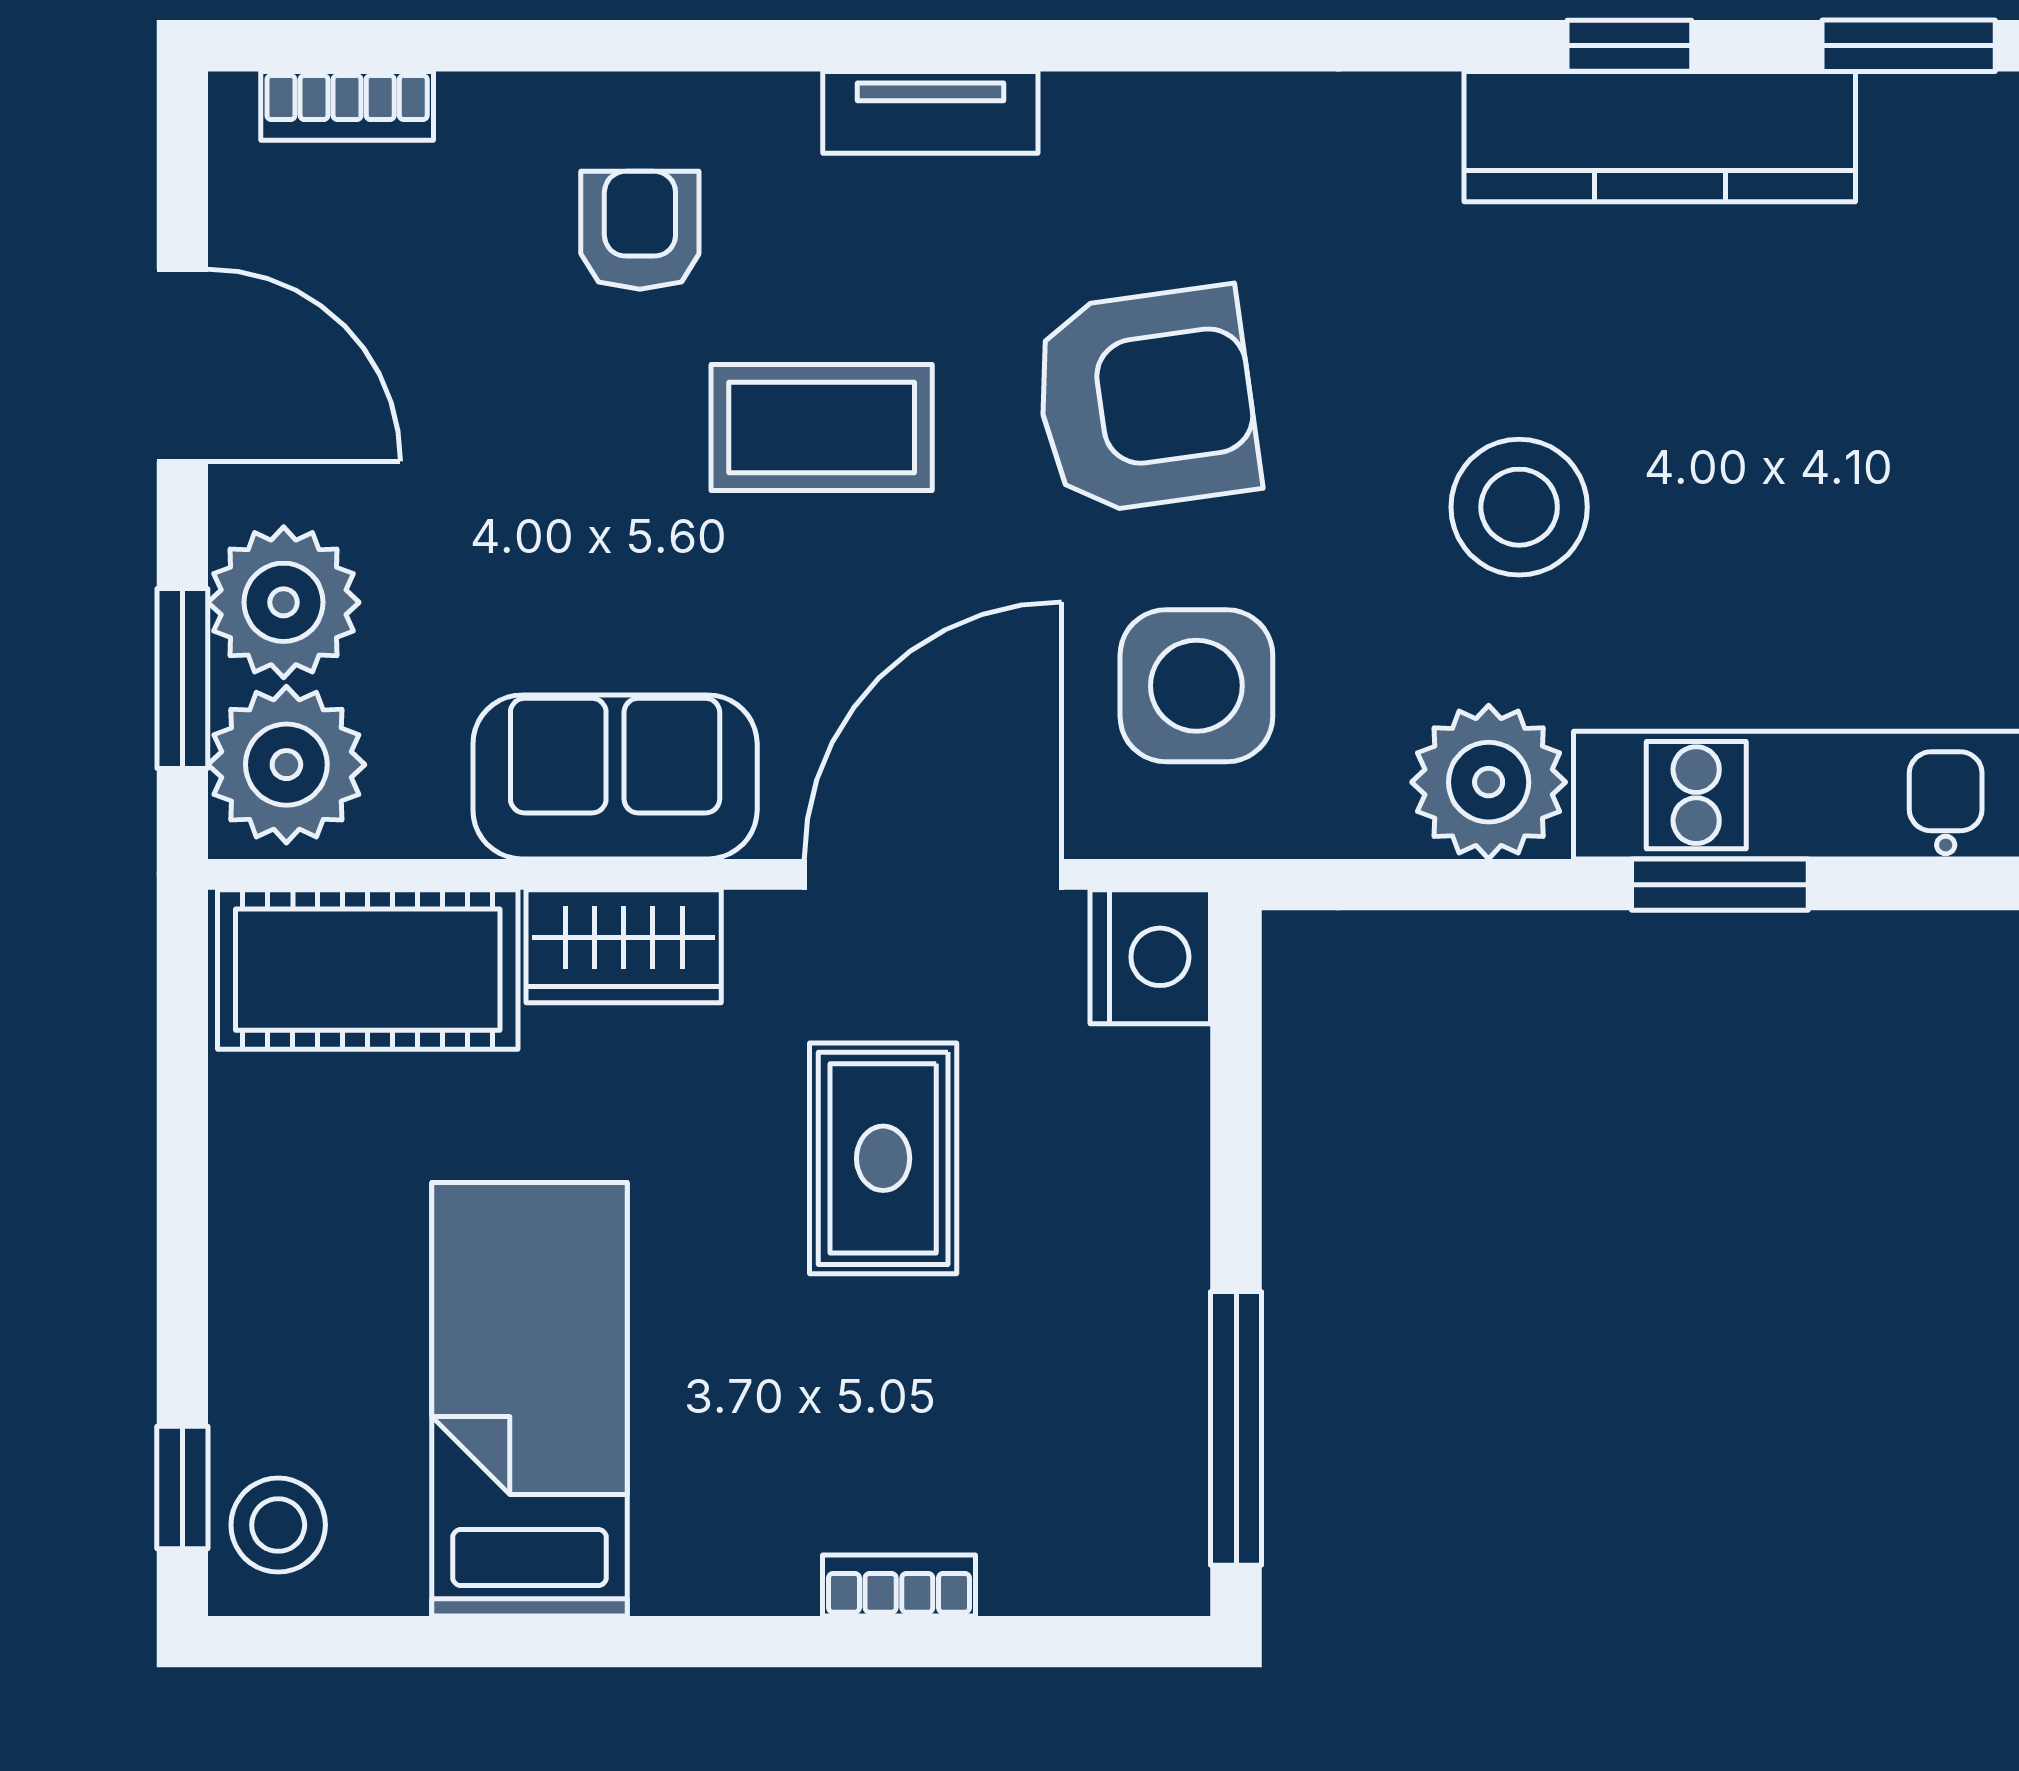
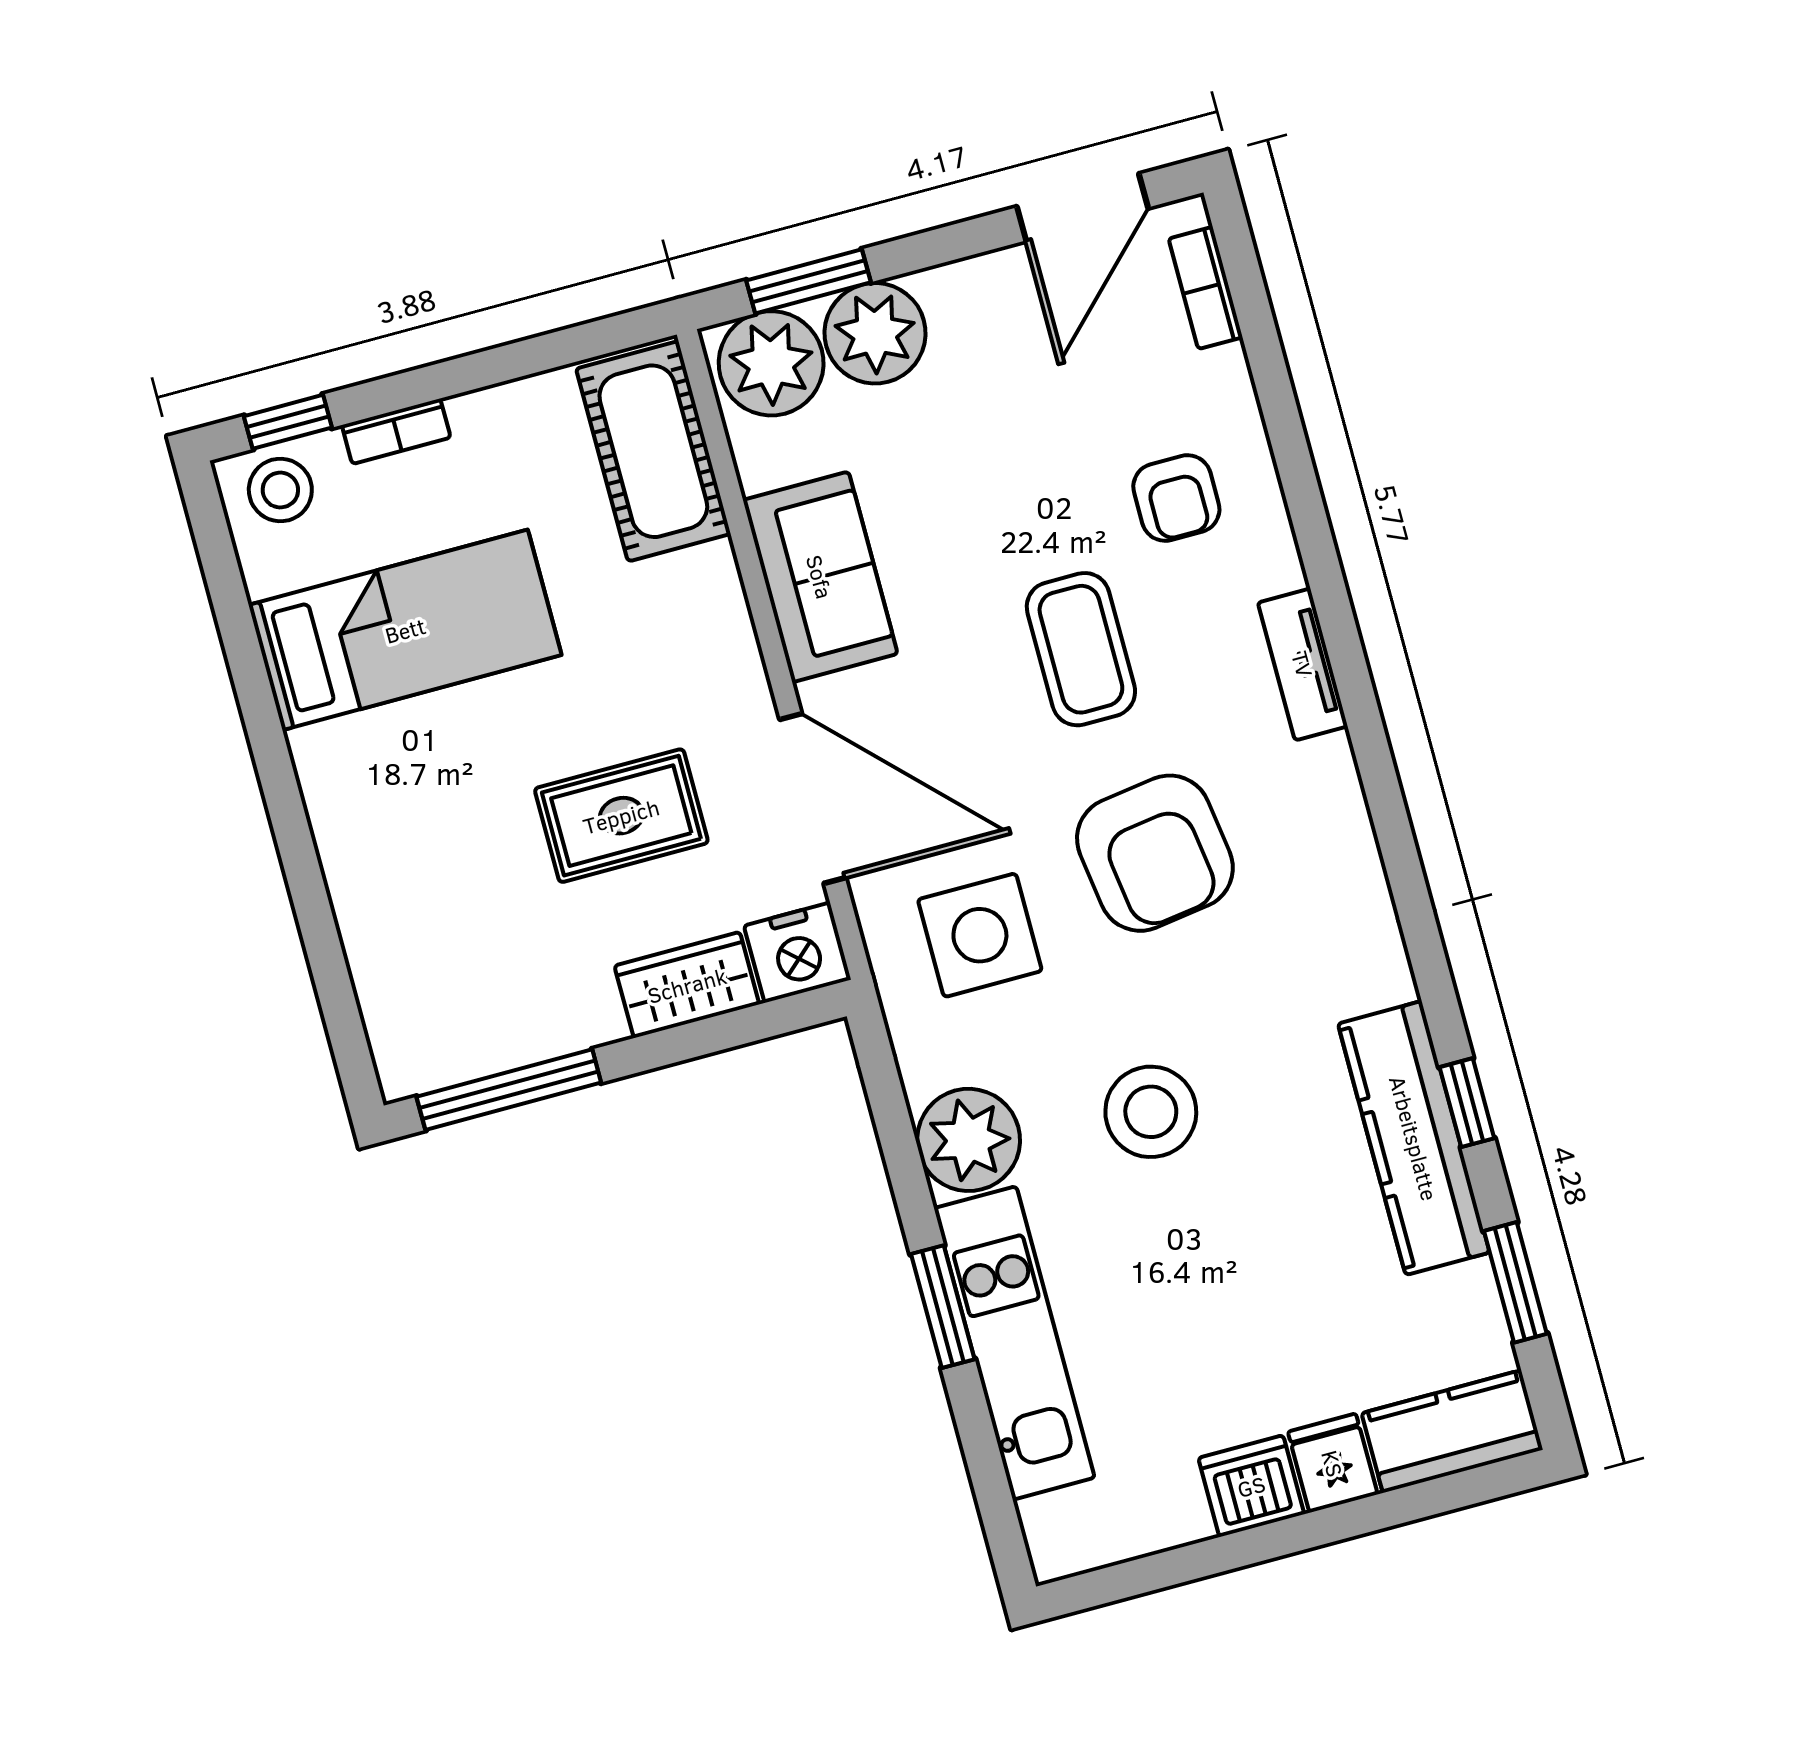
armchair: (640, 230) -> (1176, 498), turned 90
door: (182, 365) -> (1083, 207), moved
wardrobe: (624, 946) -> (687, 985), moved, turned 90
bookcase: (899, 1586) -> (396, 431), moved, turned 90

